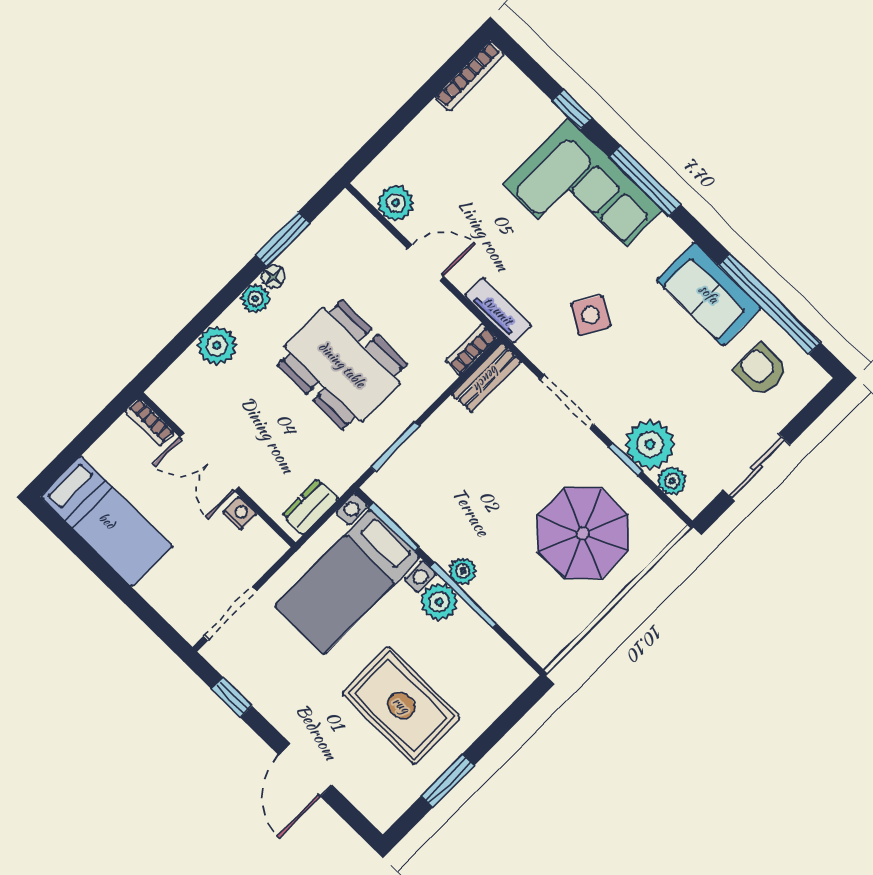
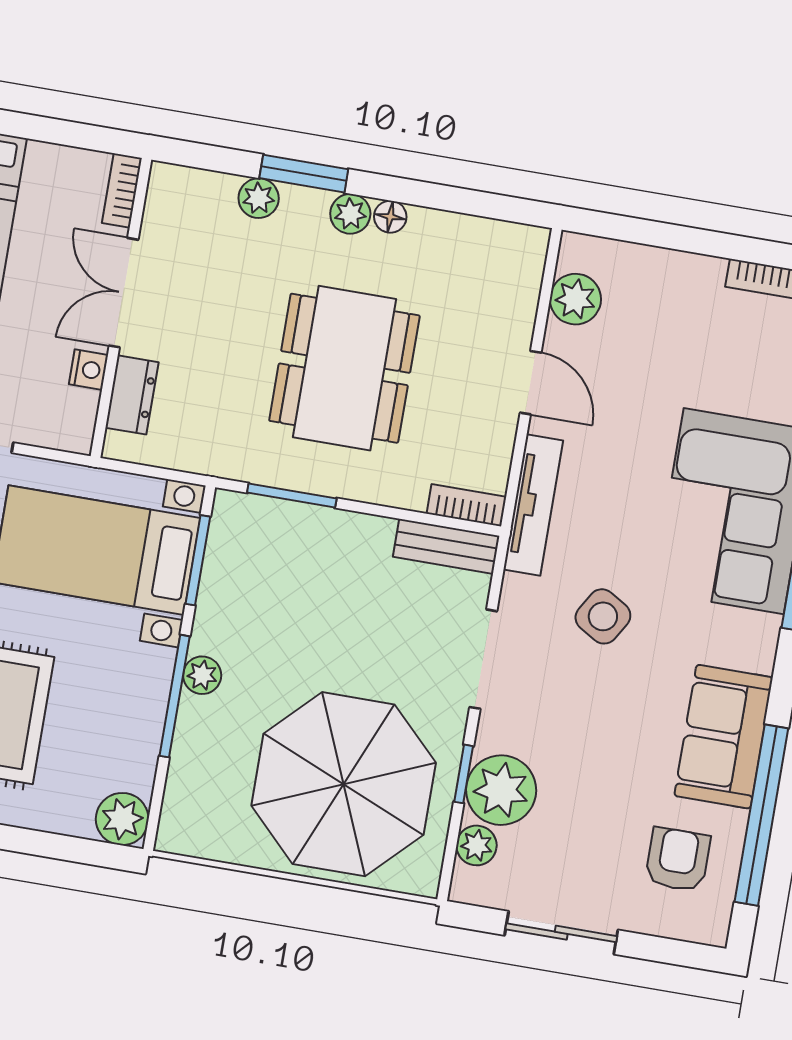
window: (283, 239) -> (304, 174), moved
tv unit: (498, 311) -> (533, 505), width x1.41
plant: (217, 346) -> (259, 198), width x0.73, depth x0.73
dresser: (310, 507) -> (132, 395), moved, turned 90
parasol: (583, 533) -> (344, 784), width x1.36, depth x1.36
plant: (439, 602) -> (122, 819), moved

